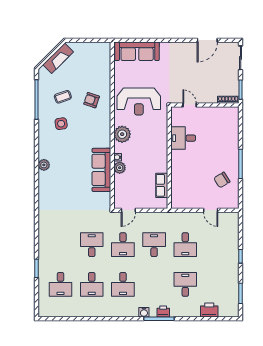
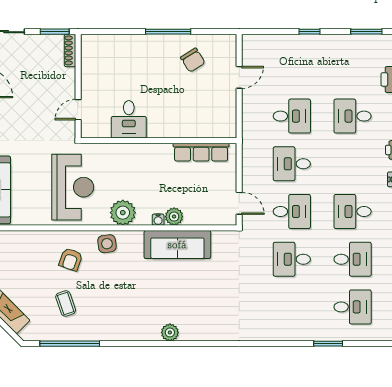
side table: (61, 124) -> (107, 244), moved
row of seats: (162, 185) -> (201, 152), width x1.48
desk: (123, 284) -> (353, 212), turned 180

